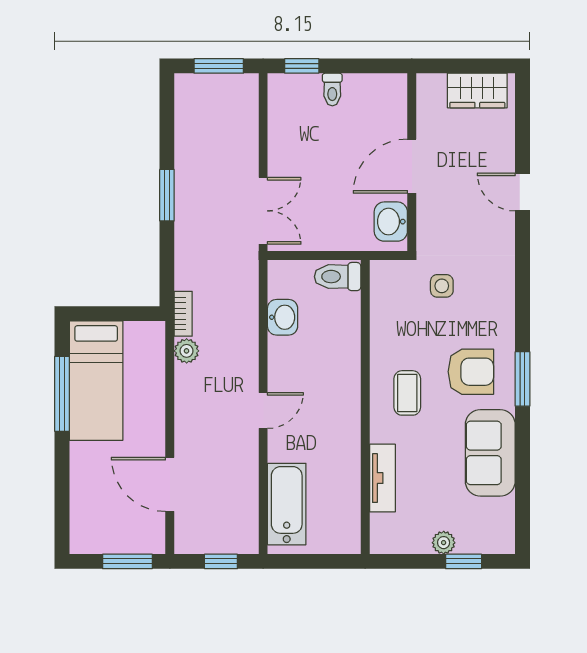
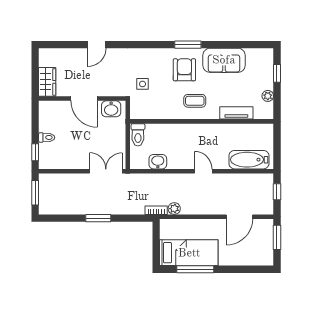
wardrobe: (477, 91) -> (47, 82), moved
plant: (444, 543) -> (268, 96), moved

